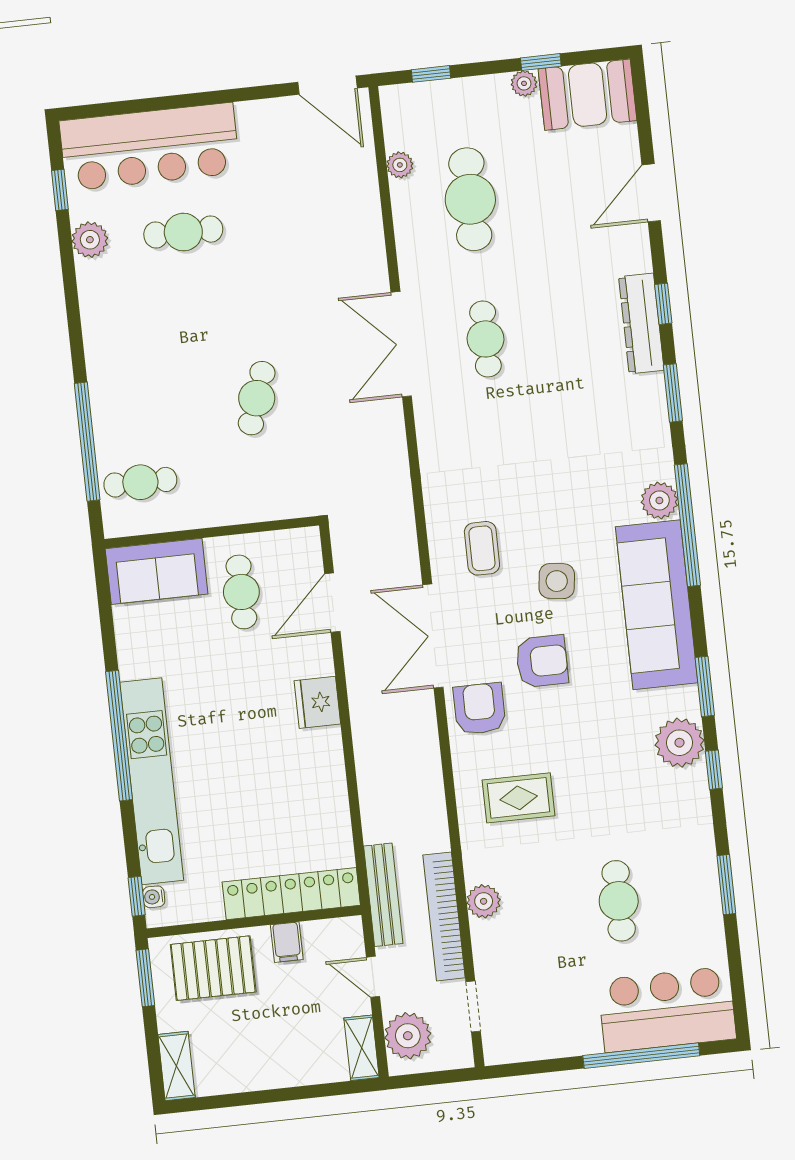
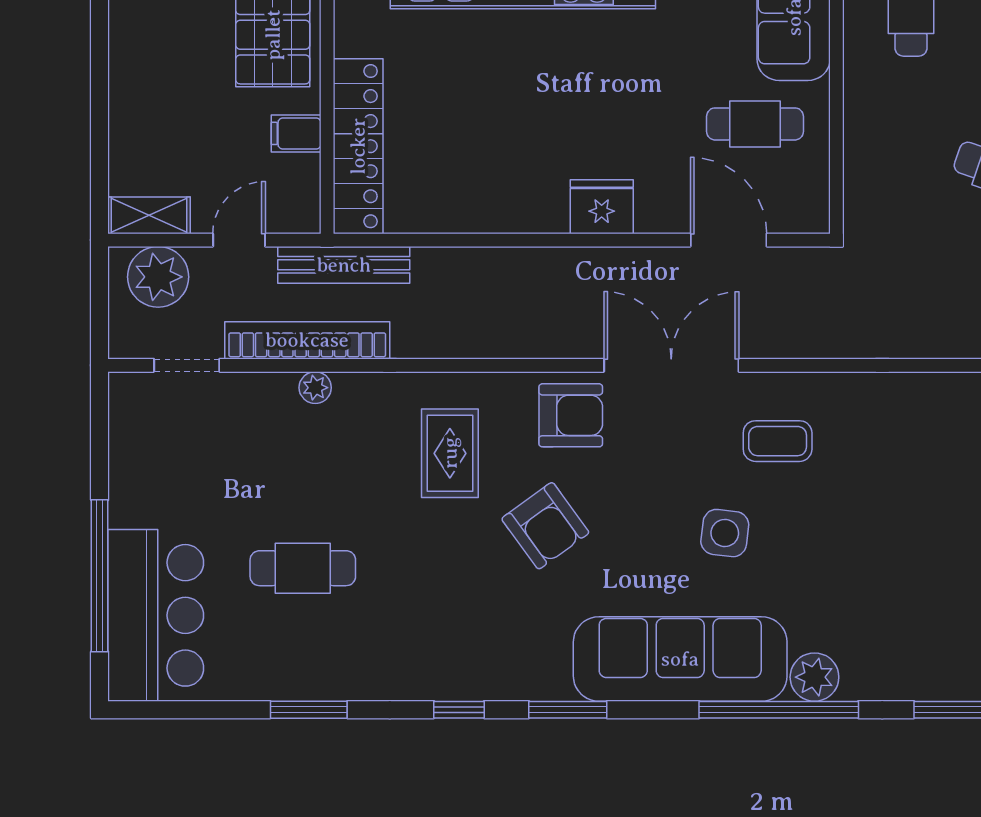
armchair: (542, 661) -> (545, 526), moved, turned -36
plant: (679, 743) -> (499, 669), removed
plant: (484, 901) -> (315, 388), width x0.73, depth x0.73

